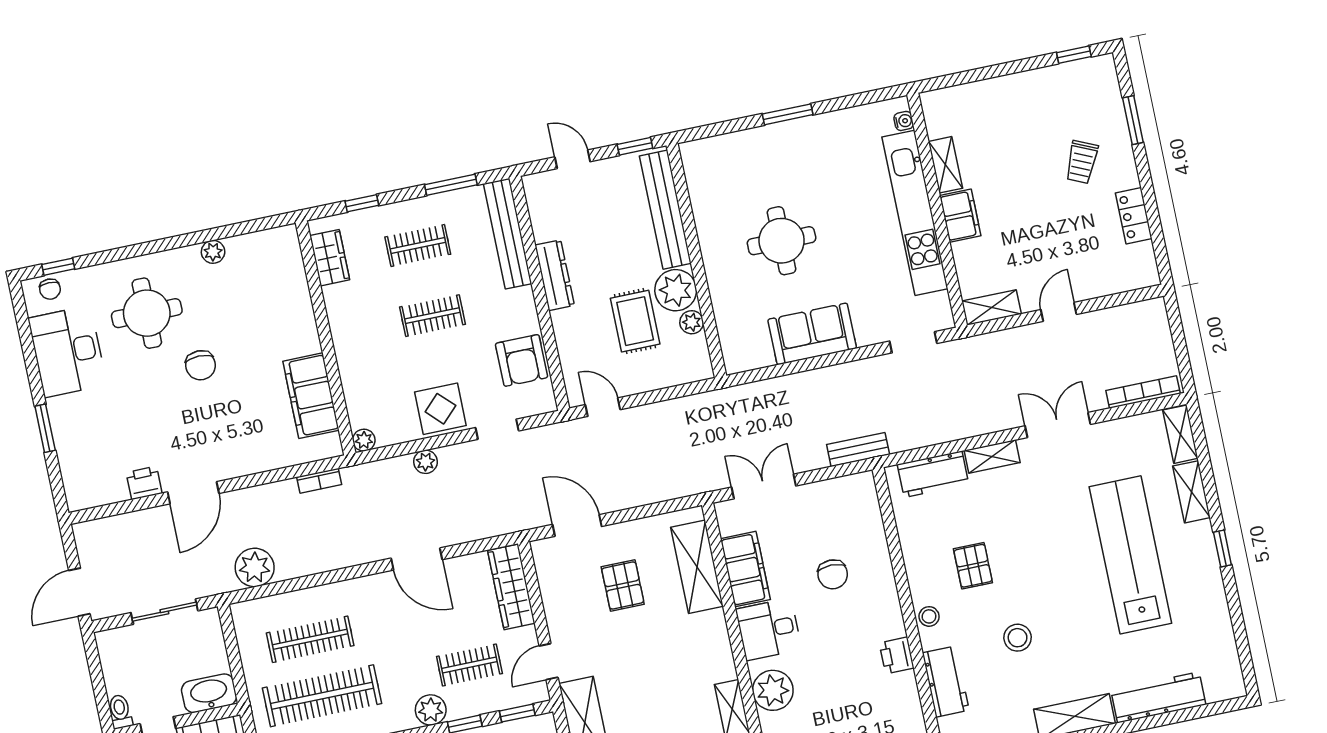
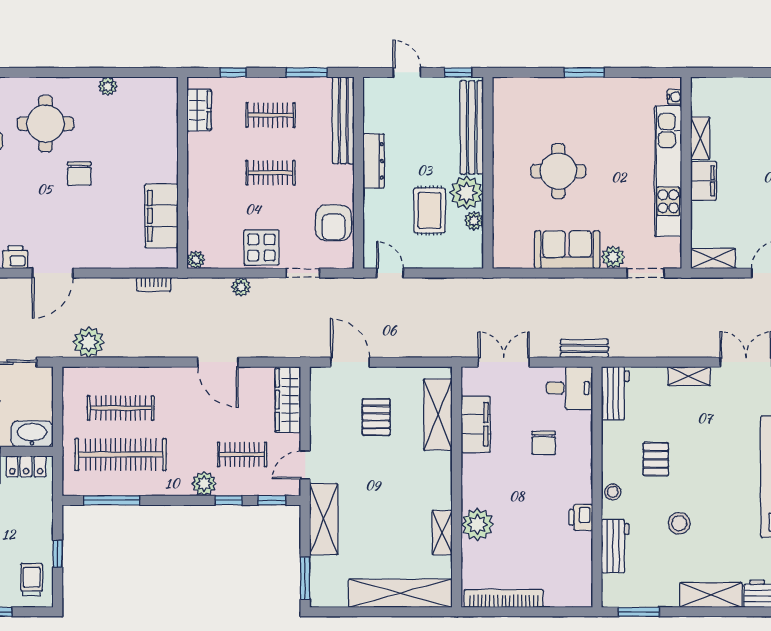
plant: (870, 331) -> (613, 257), added
workbench: (933, 474) -> (615, 393), moved, turned -90
desk: (769, 629) -> (569, 388), moved, turned 180

